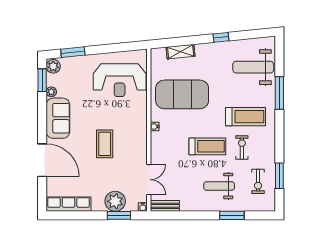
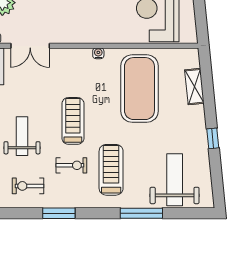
treadmill: (245, 117) -> (111, 170), turned 180
treadmill: (207, 146) -> (73, 121), turned 180
window: (279, 176) -> (59, 213), moved

